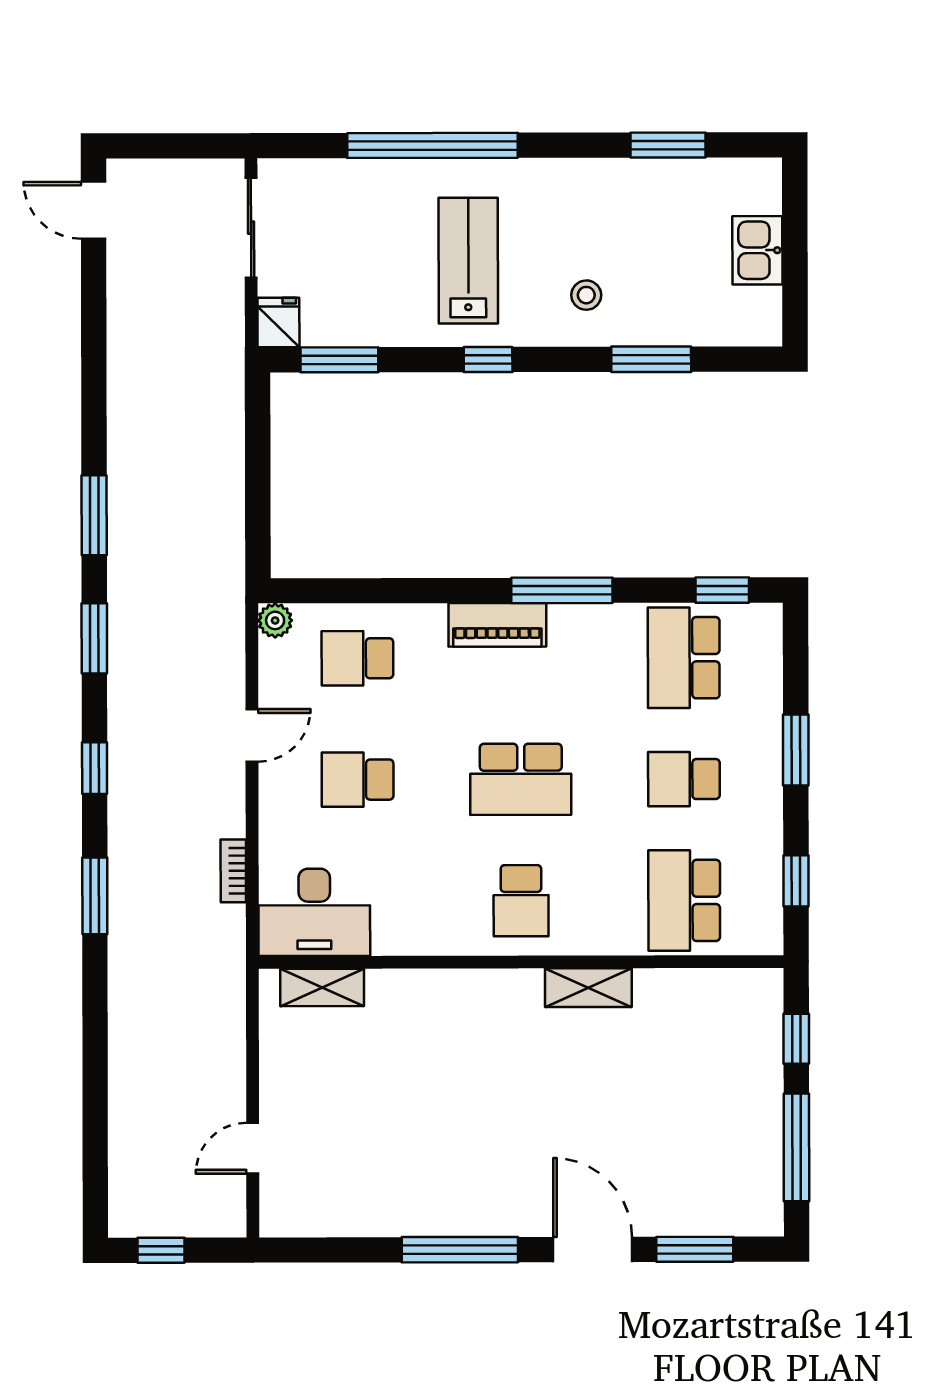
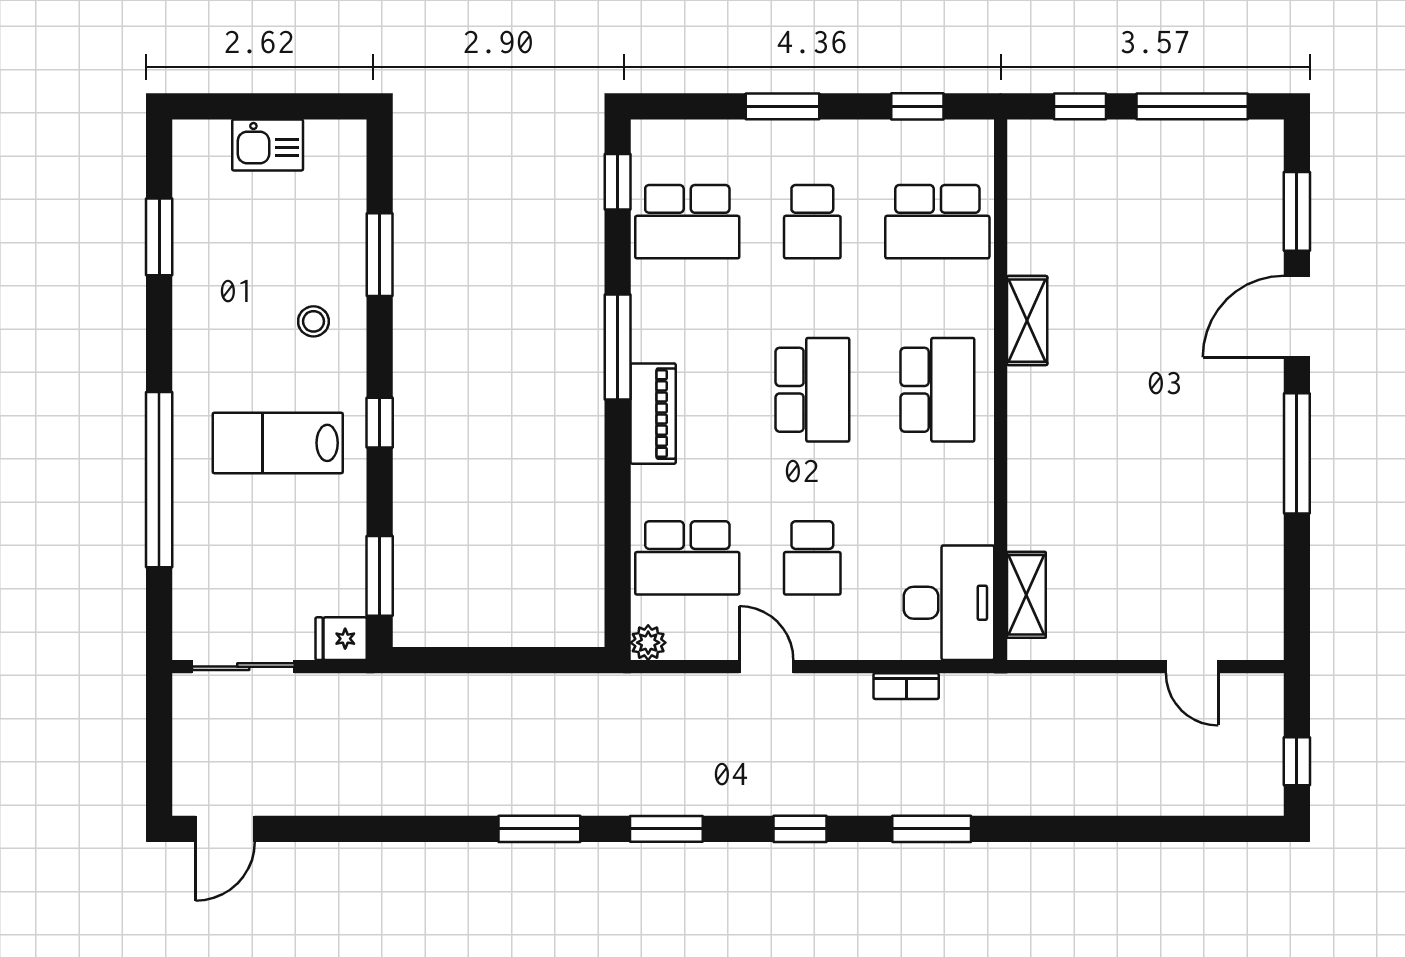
school desk: (357, 658) -> (687, 558), width x1.85
school desk: (521, 901) -> (937, 390), width x1.85

